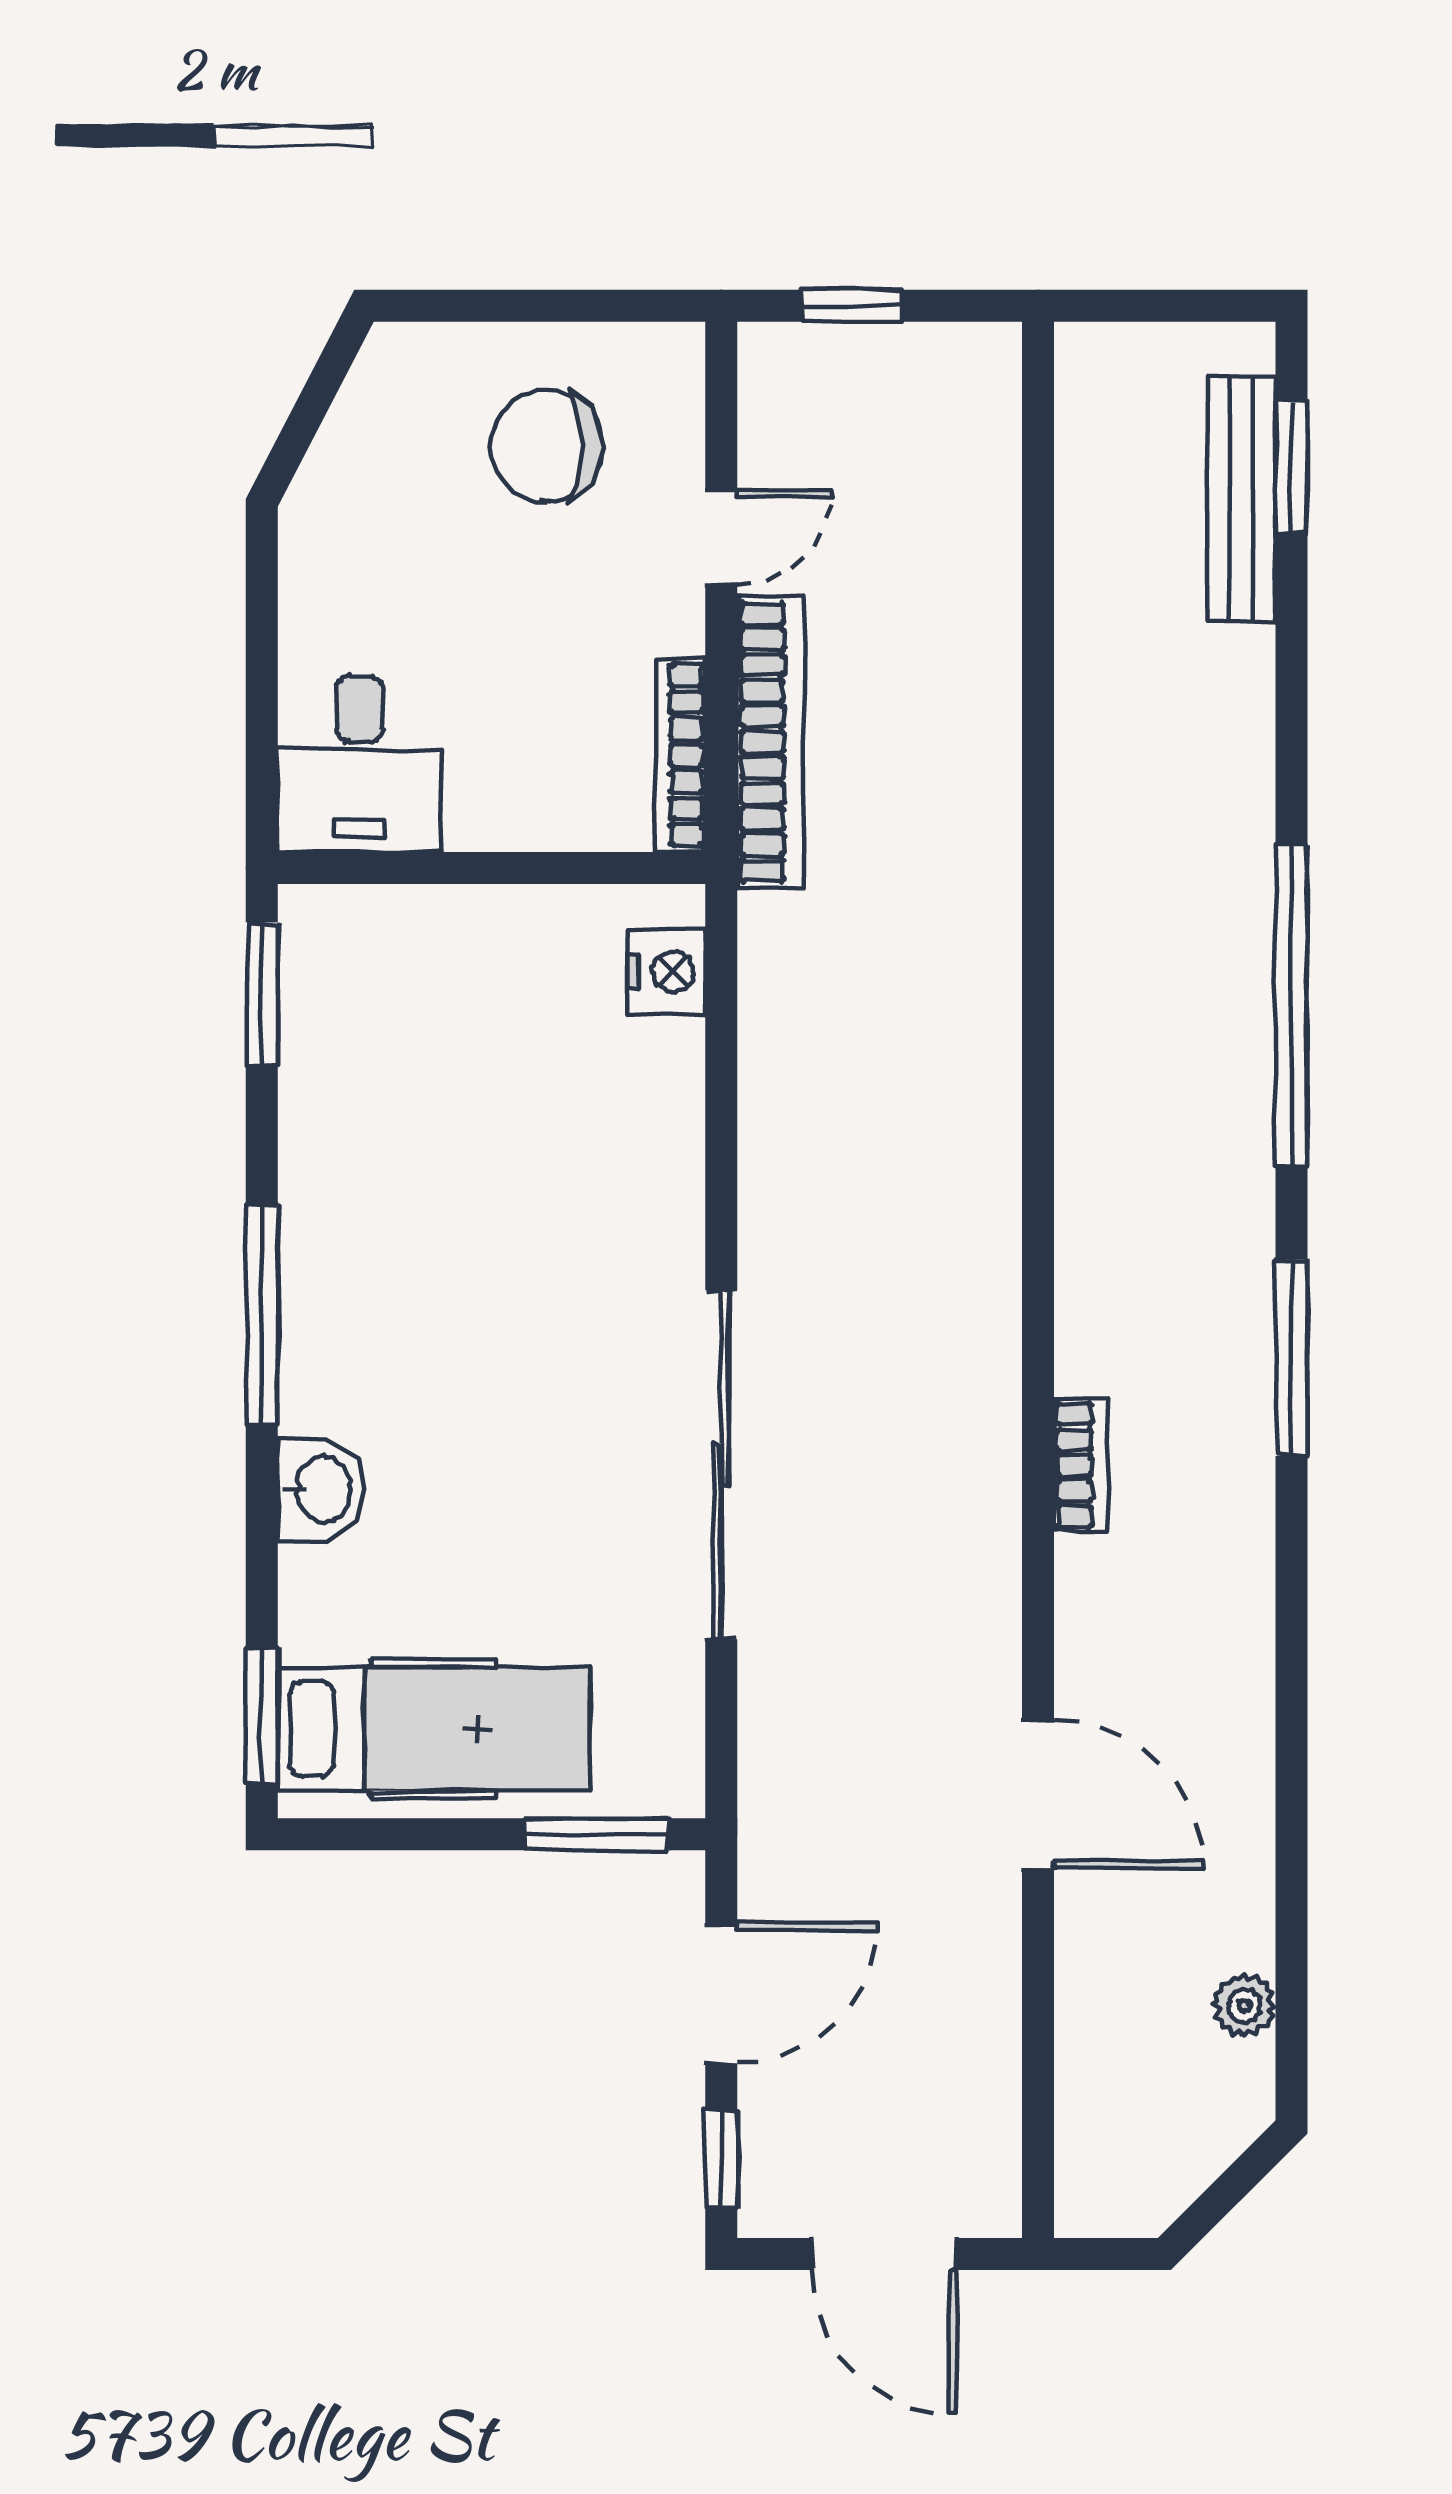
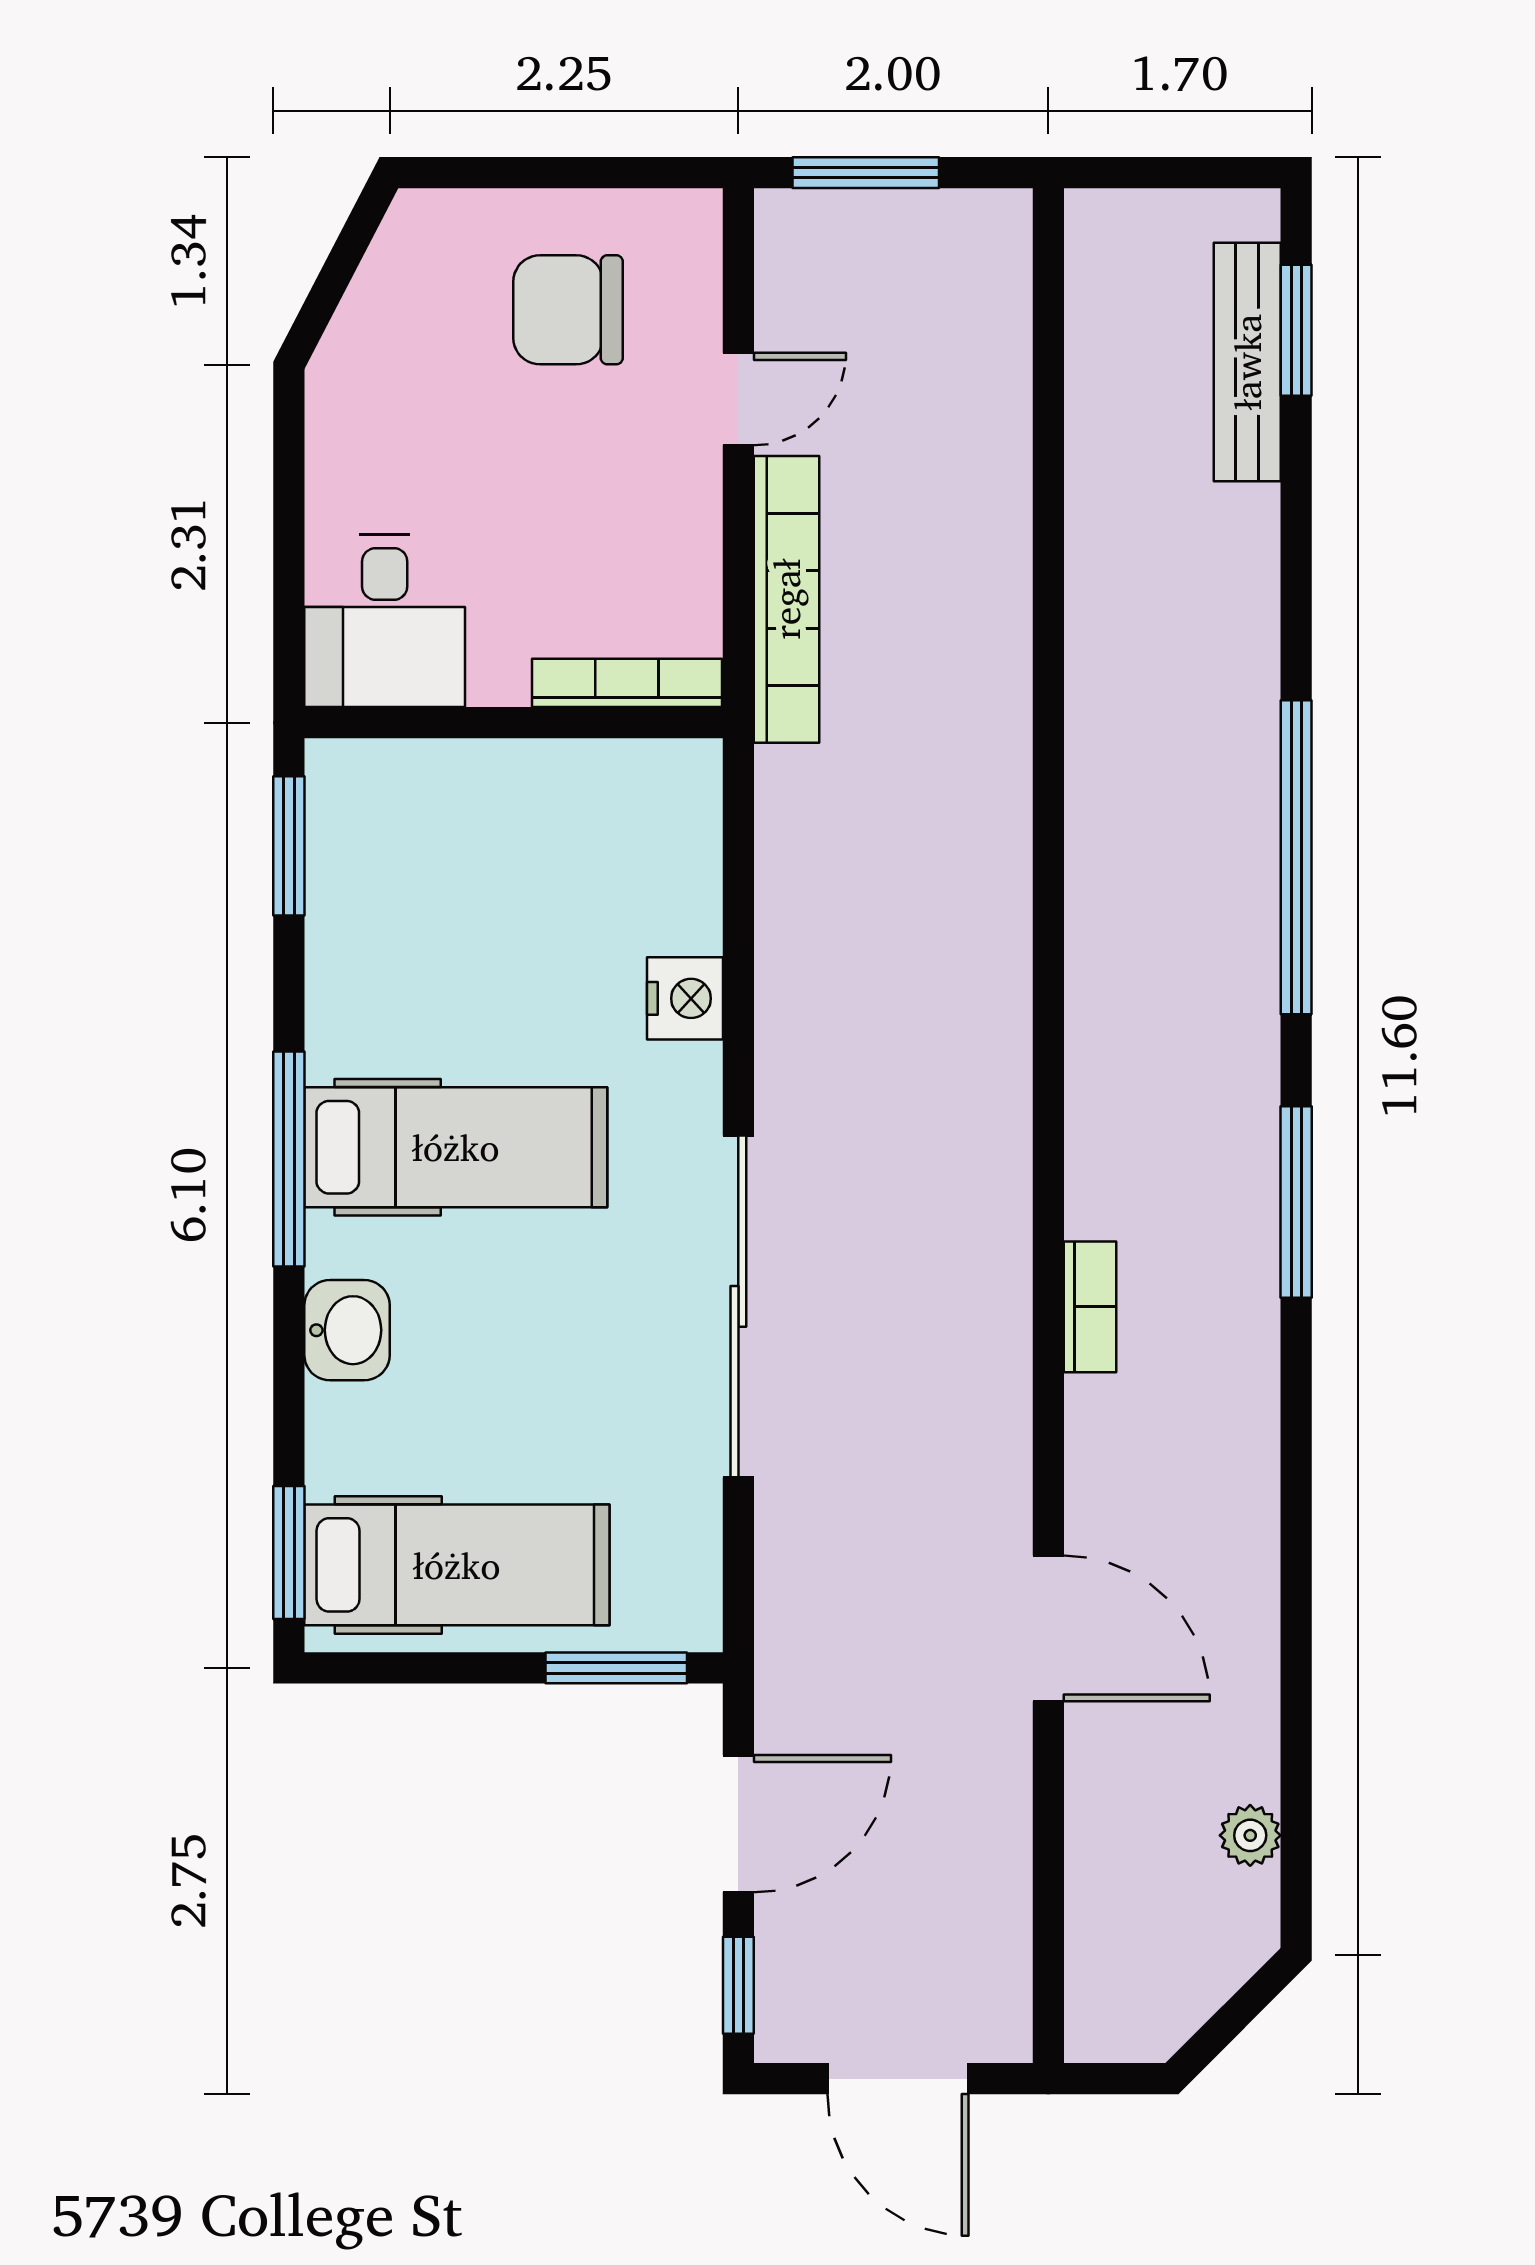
window: (851, 306) -> (866, 173), width x1.50
bookcase: (681, 755) -> (627, 683), moved, turned 90
nightstand: (667, 972) -> (685, 998), moved
hospital bed: (432, 1302) -> (456, 1147), added

